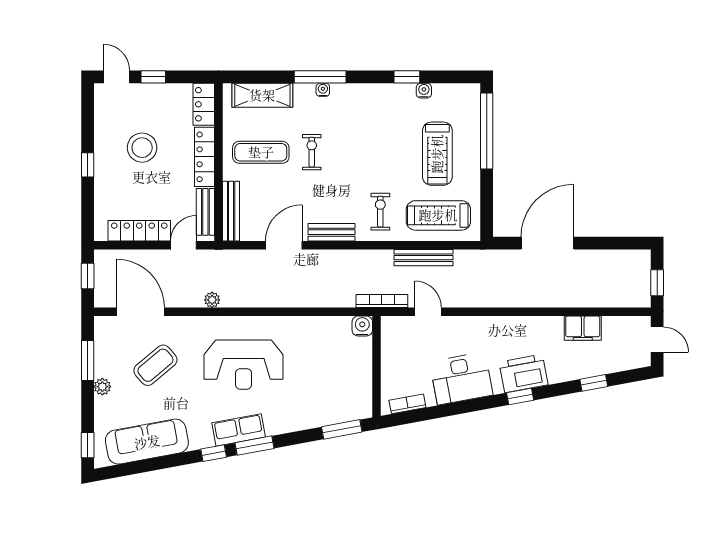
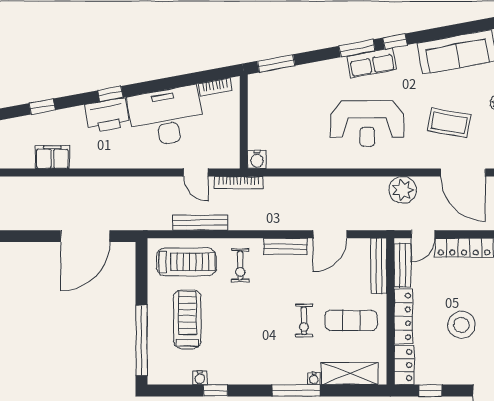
window: (153, 77) -> (431, 390), moved
water cooler: (323, 90) -> (314, 379), moved
plant: (212, 300) -> (403, 190), width x1.87, depth x1.87
coffee table: (155, 365) -> (449, 123), turned 50
reception desk: (244, 365) -> (367, 123), turned 180
desk: (461, 378) -> (166, 117), width x1.36, depth x1.30

